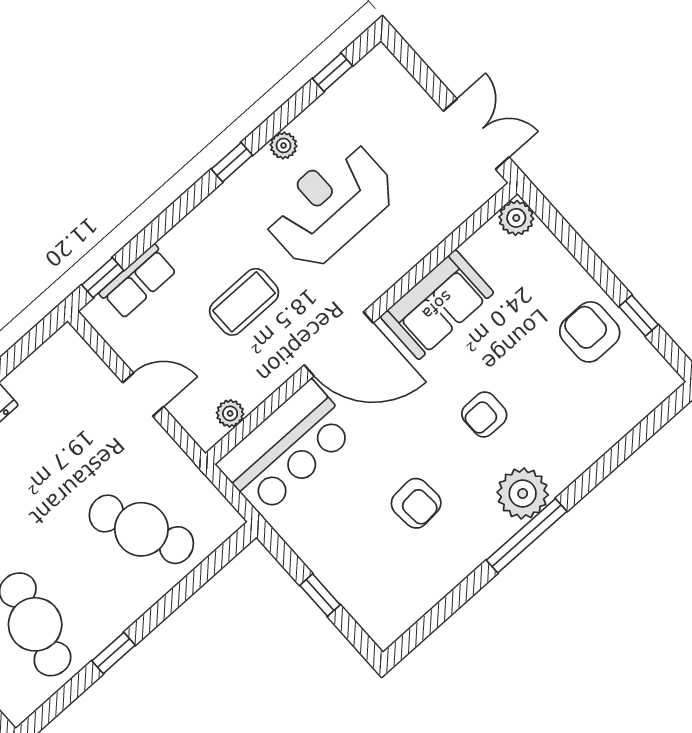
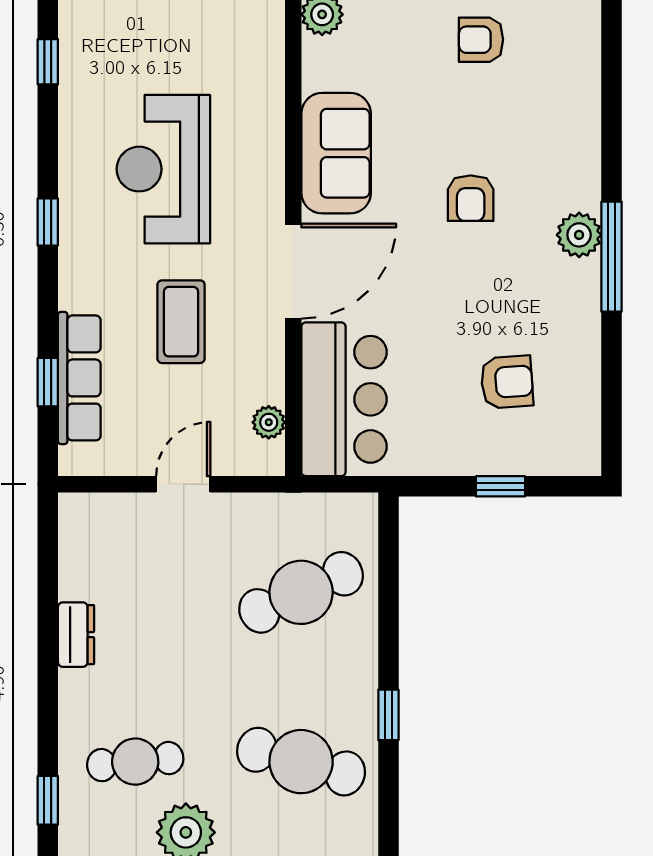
plant: (284, 145) -> (74, 163), removed
window: (103, 278) -> (48, 382), moved
row of seats: (138, 282) -> (79, 378), width x1.48
armchair: (590, 332) -> (481, 40), width x0.72, depth x0.72
plant: (523, 493) -> (579, 235), width x0.73, depth x0.73
armchair: (416, 503) -> (507, 382), moved

